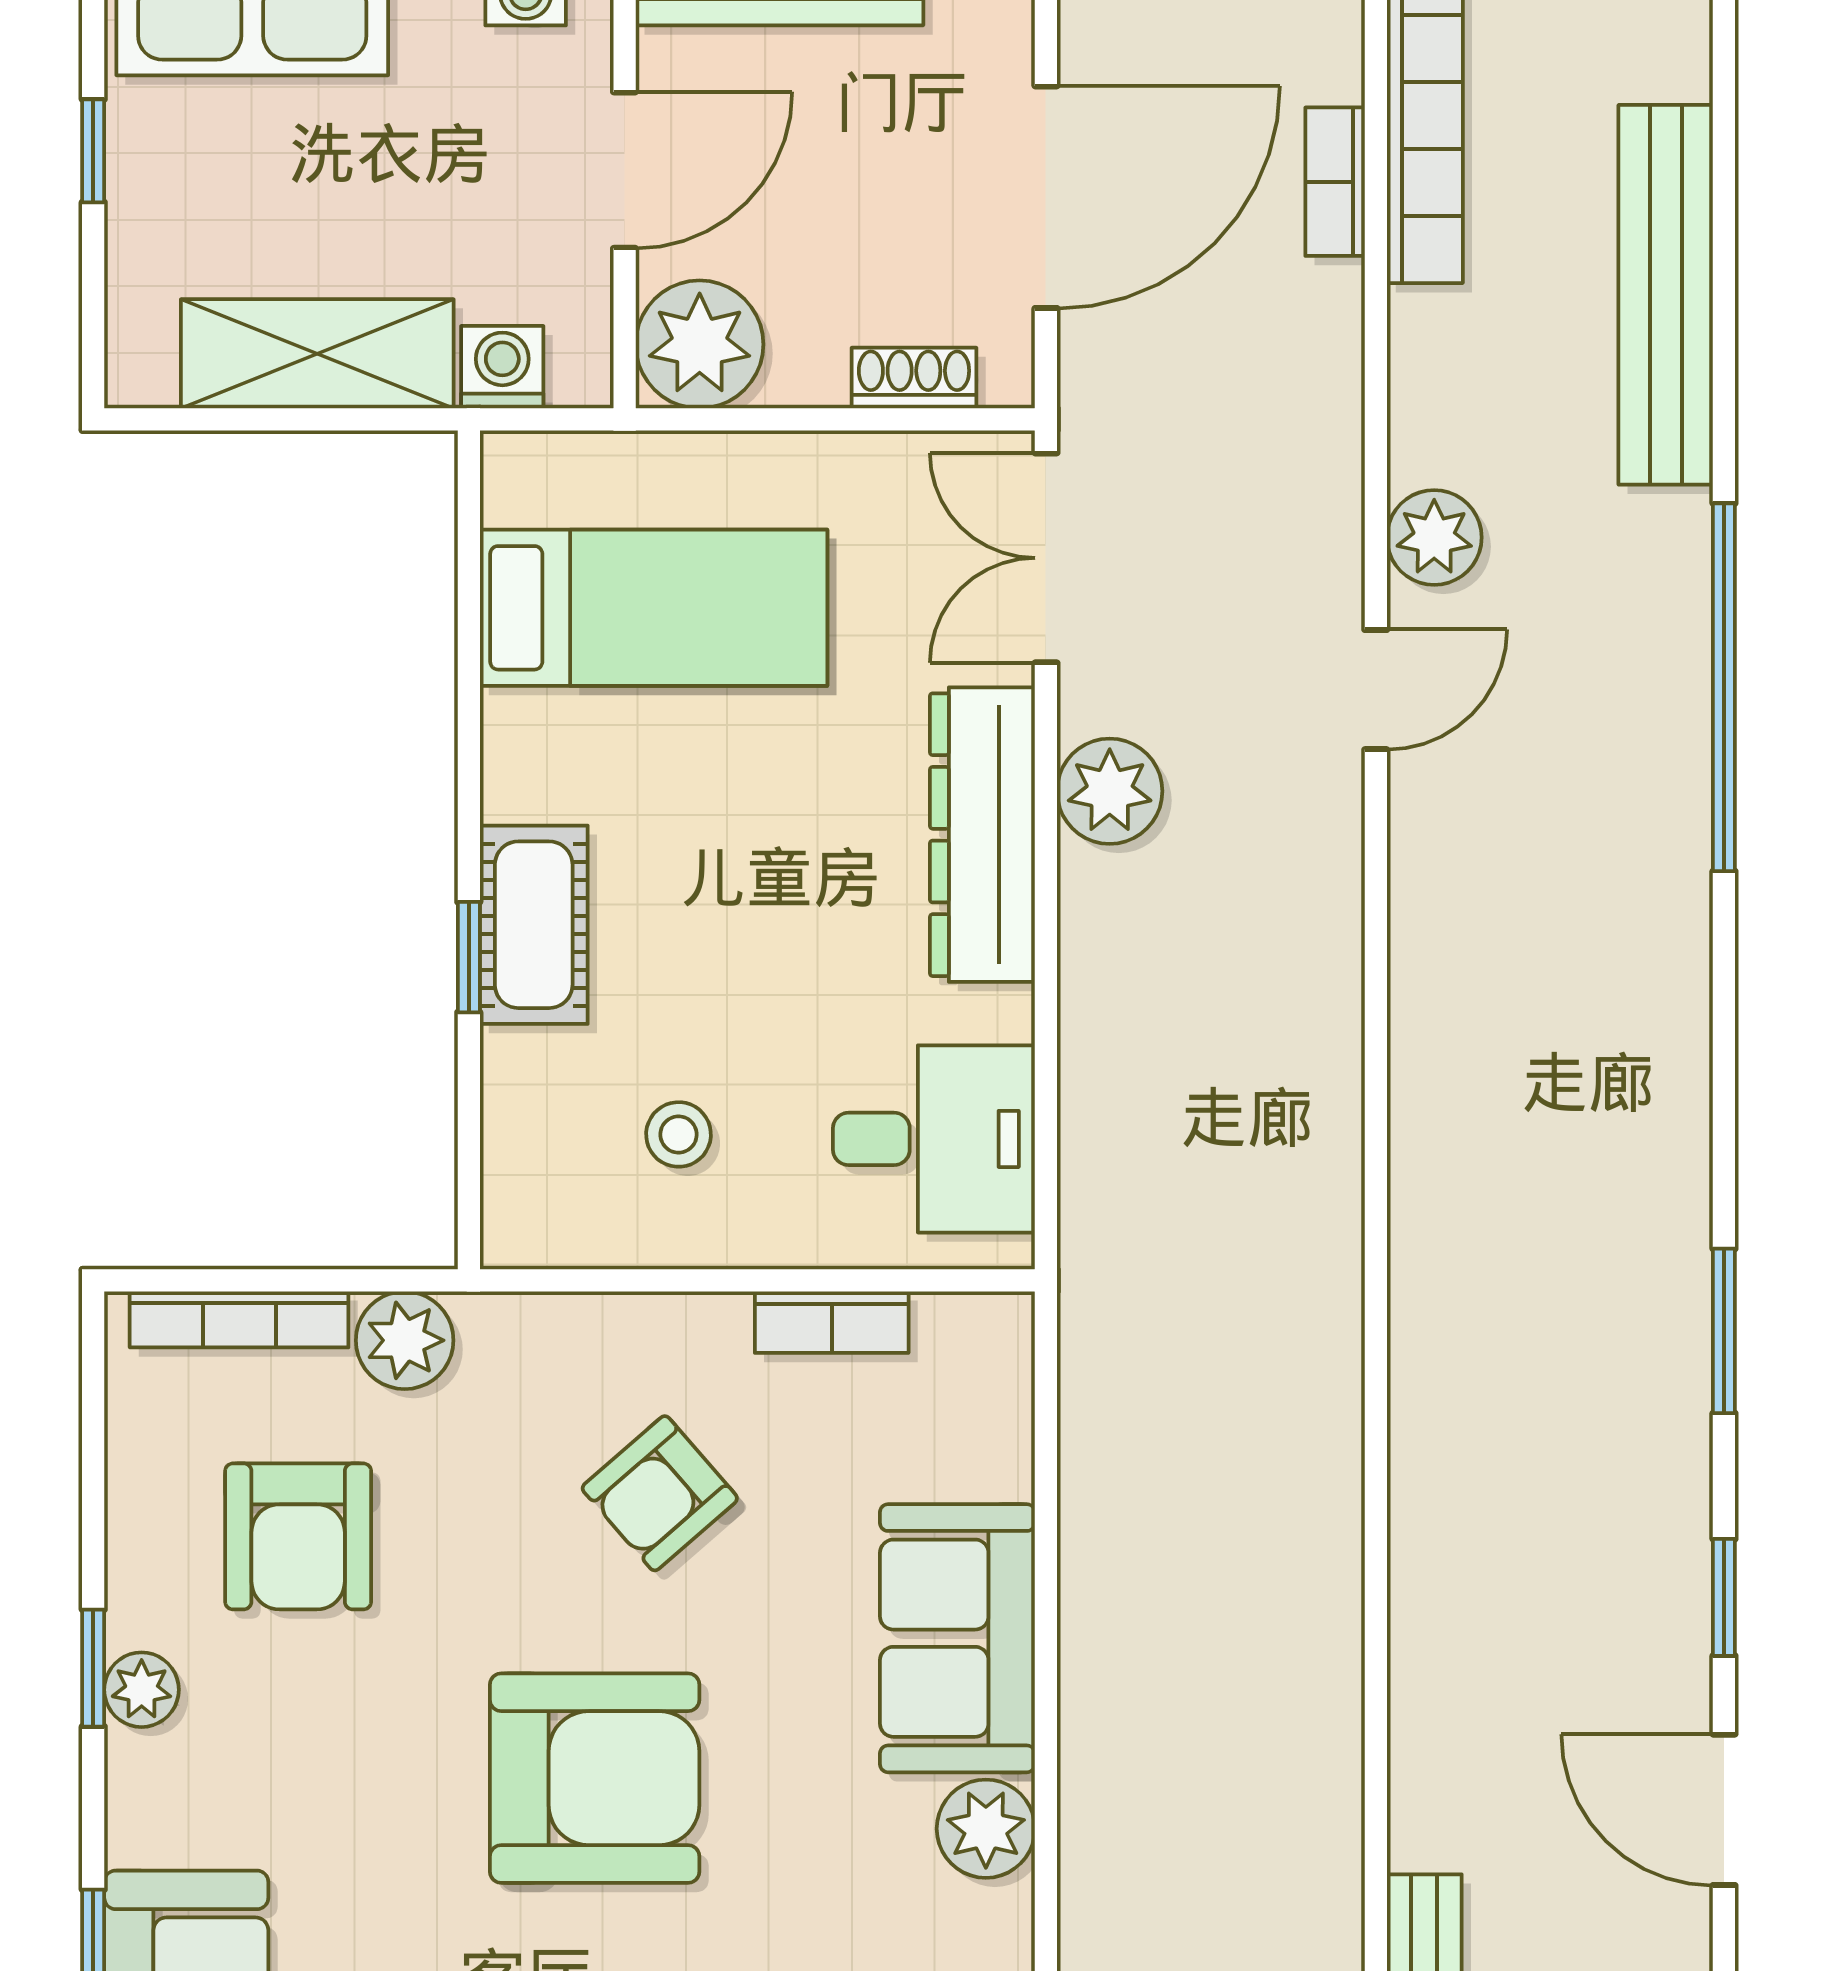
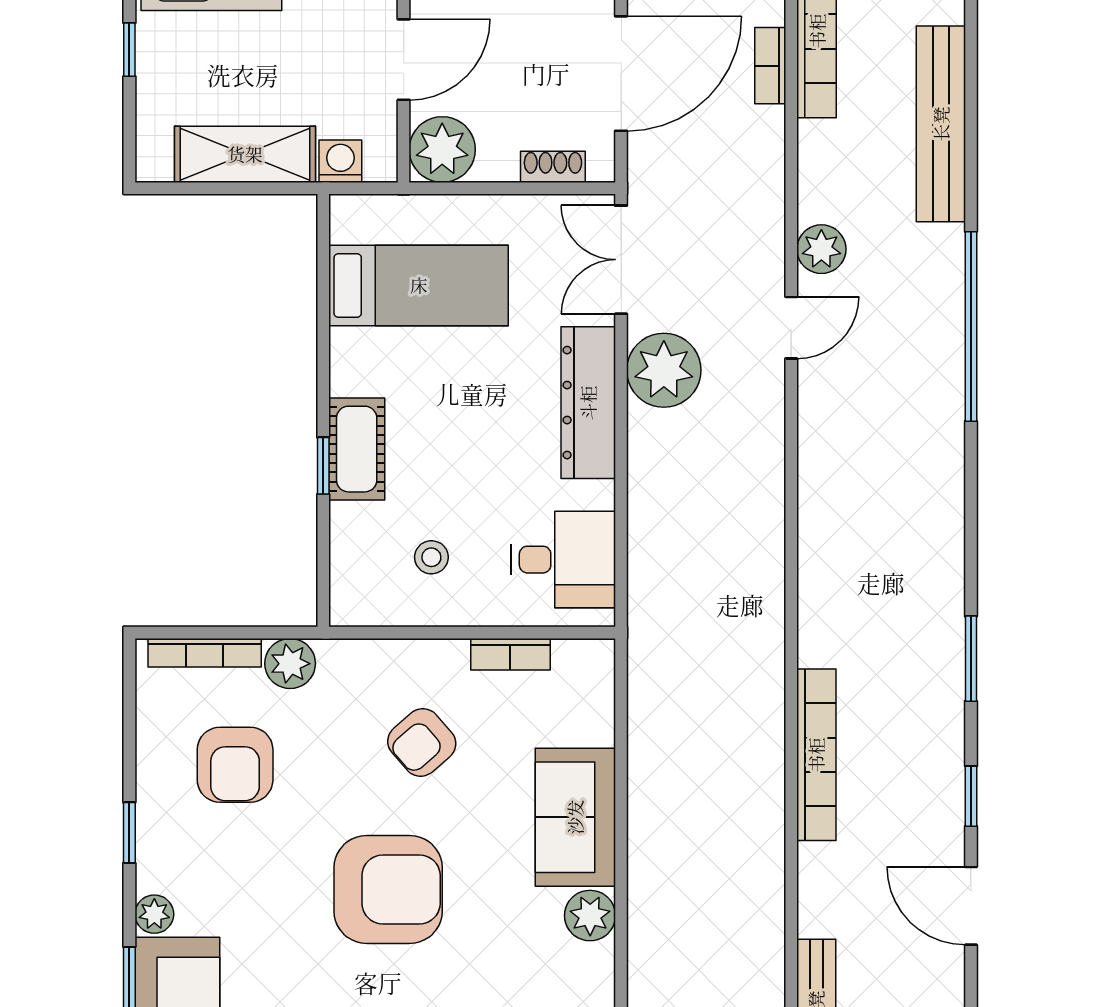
plant: (1110, 791) -> (664, 370), width x1.36, depth x1.36
bookcase: (1424, 1517) -> (816, 755), added
plant: (142, 1690) -> (154, 914), moved

